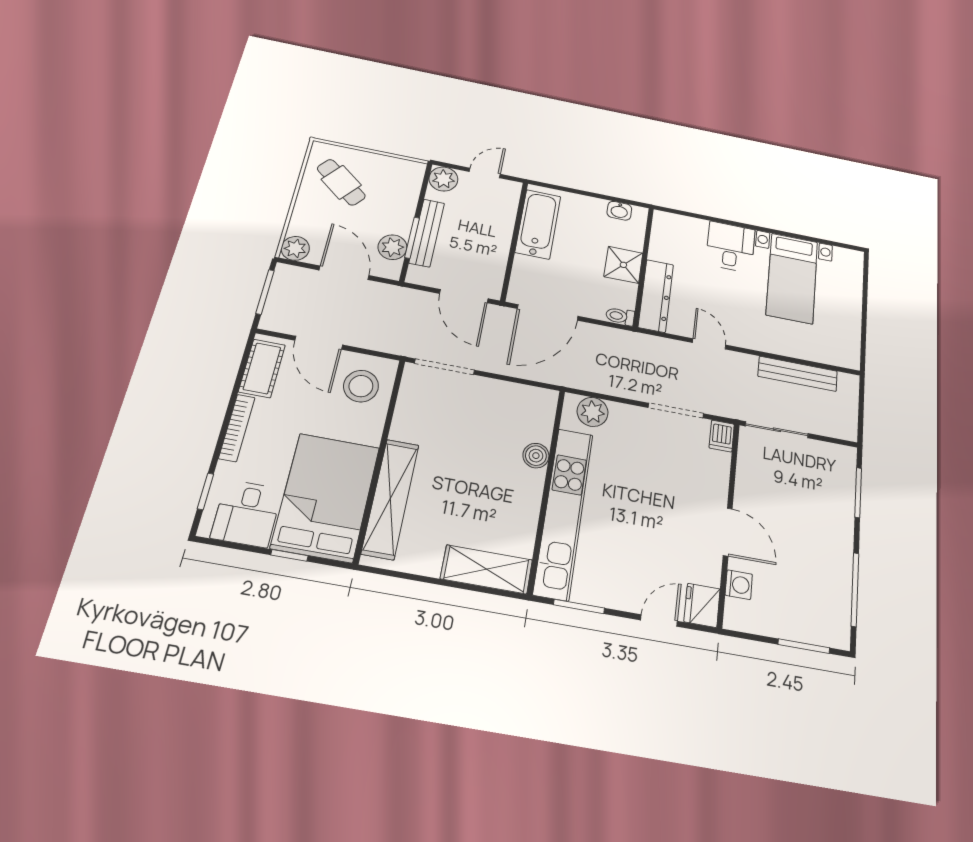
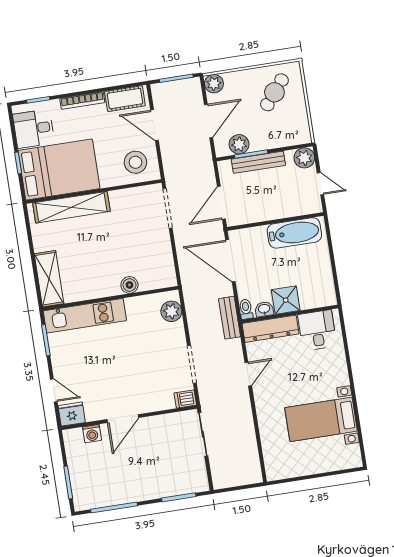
washbasin: (619, 211) -> (264, 309), moved, turned 90
desk: (730, 247) -> (317, 330), moved, turned -90
door: (319, 343) -> (154, 125), hinge flipped
bench: (798, 374) -> (230, 318), moved, width x0.73
kitchen unit: (564, 513) -> (85, 316), width x0.73

